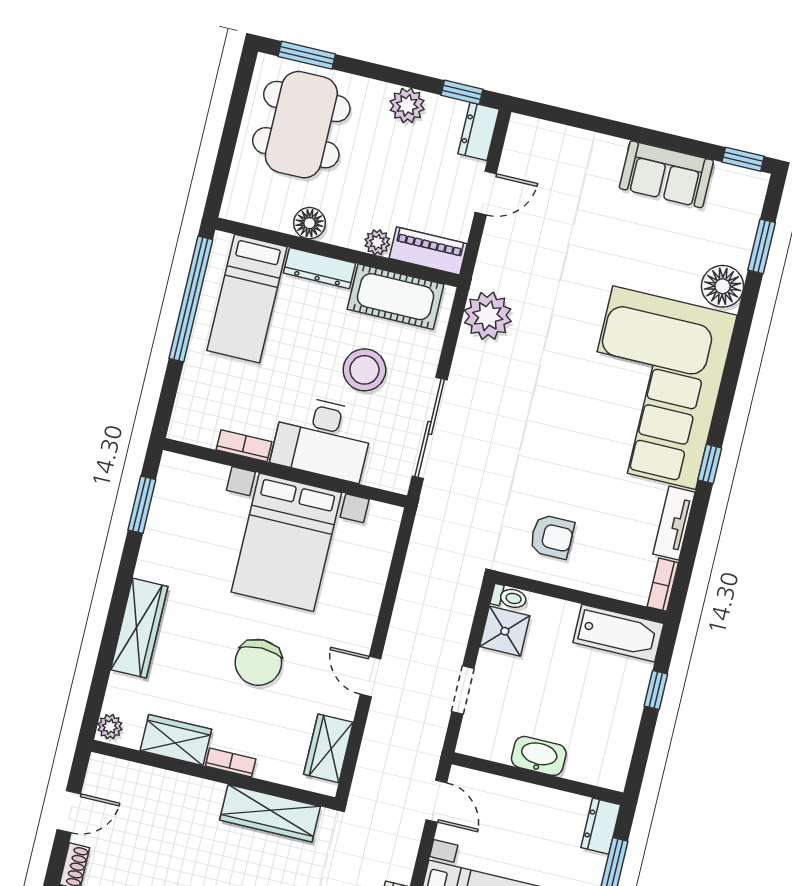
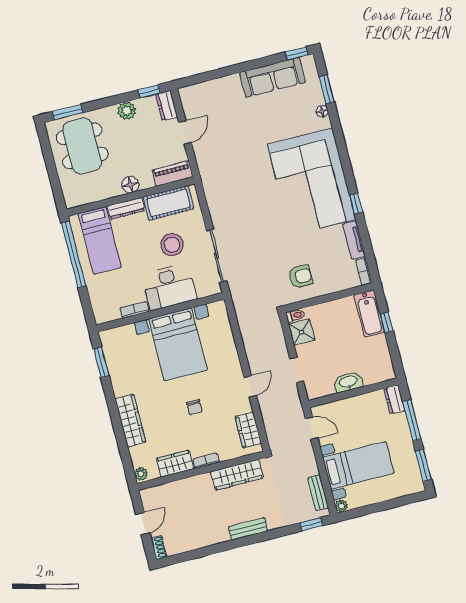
sofa: (666, 174) -> (273, 77), width x1.36
floor lamp: (310, 223) -> (130, 185), moved
plant: (377, 242) -> (147, 182), removed
floor lamp: (723, 286) -> (322, 111), width x0.53, depth x0.53
plant: (488, 316) -> (216, 189), removed
bathtub: (618, 633) -> (369, 313), moved, turned 90
chair: (258, 662) -> (194, 407), width x0.54, depth x0.54
door: (370, 677) -> (250, 386), swing flipped

